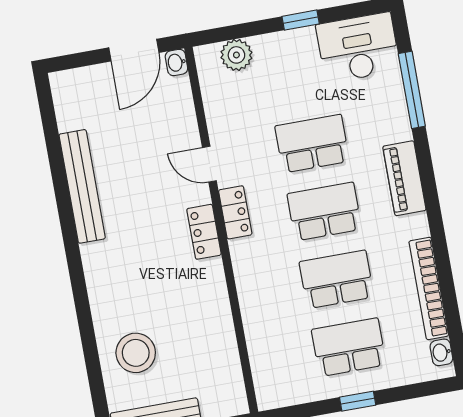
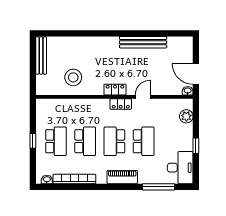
school desk: (324, 211) -> (114, 141), turned 180
stool: (136, 353) -> (73, 77), moved

